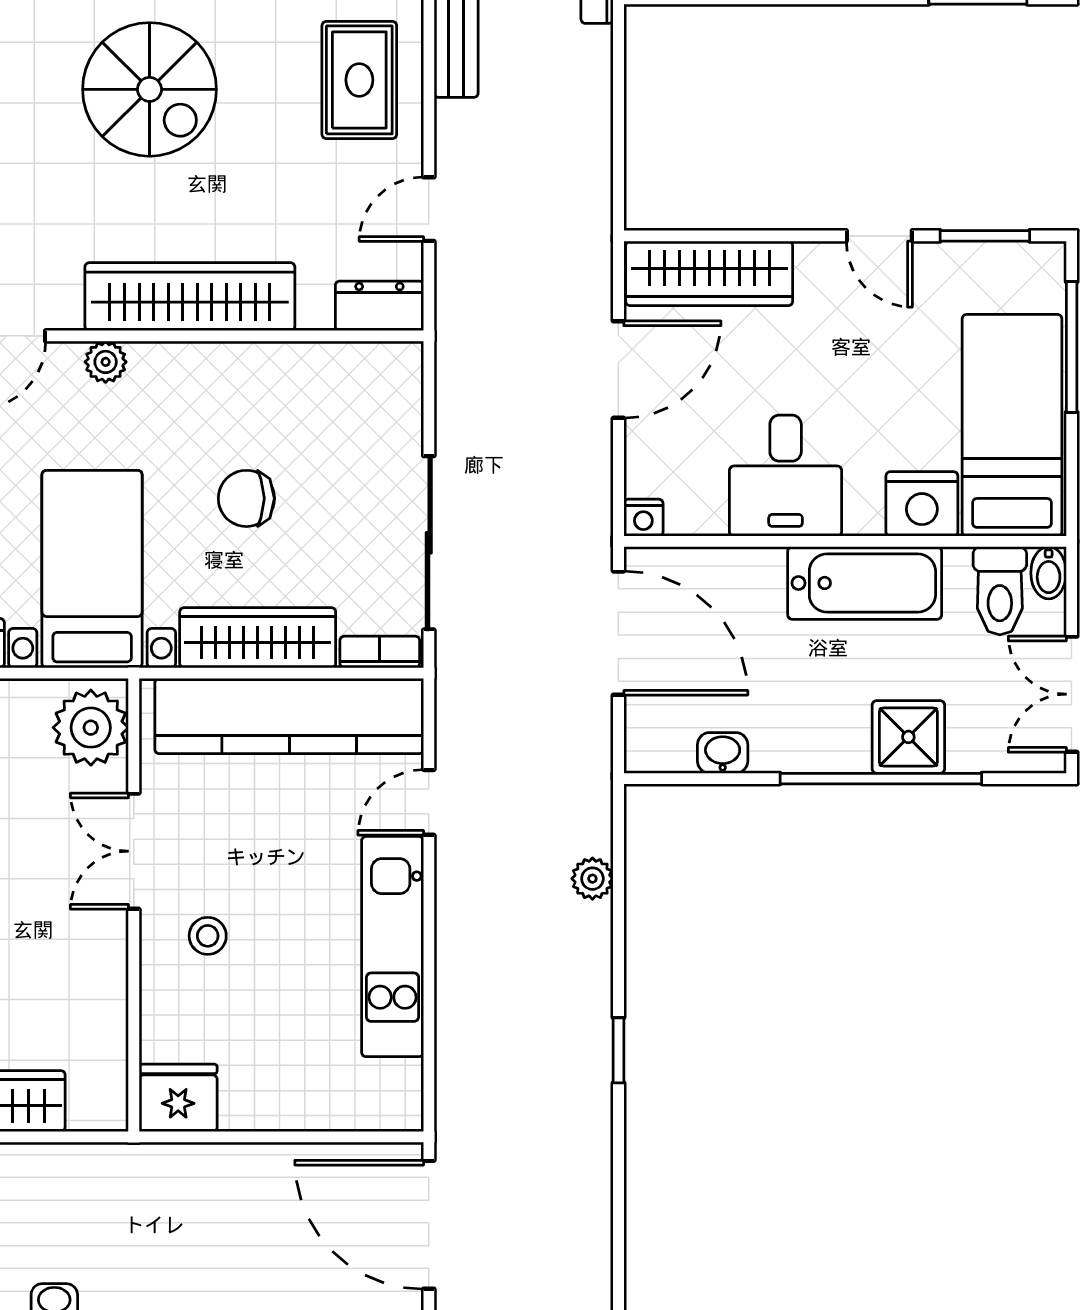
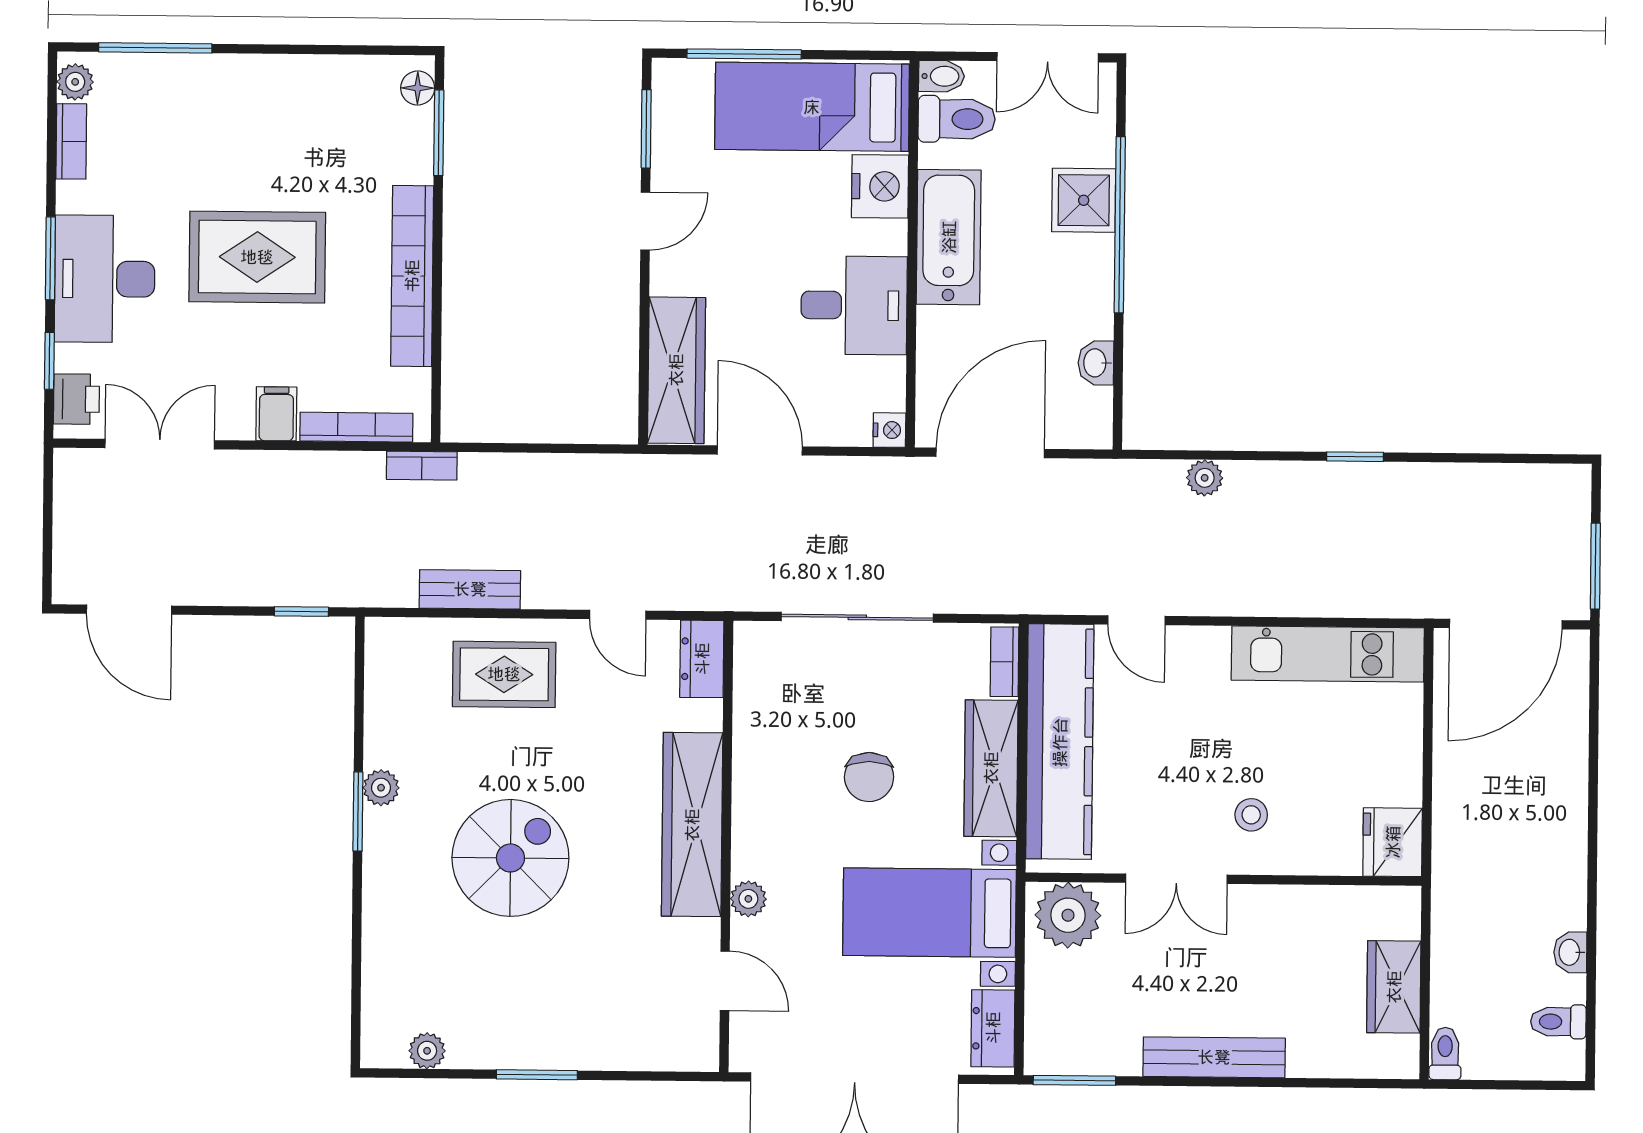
sliding door: (429, 543) -> (857, 617), moved
kitchen unit: (393, 947) -> (1328, 654), moved

